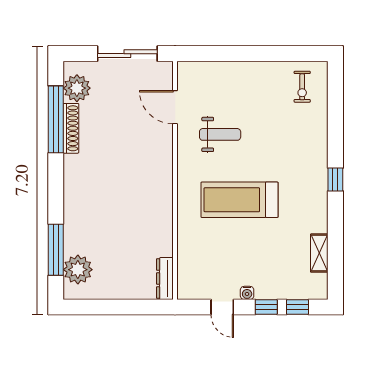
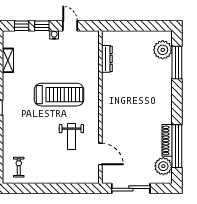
weight bench: (220, 134) -> (71, 137), turned -90
dresser: (165, 279) -> (107, 59), moved

